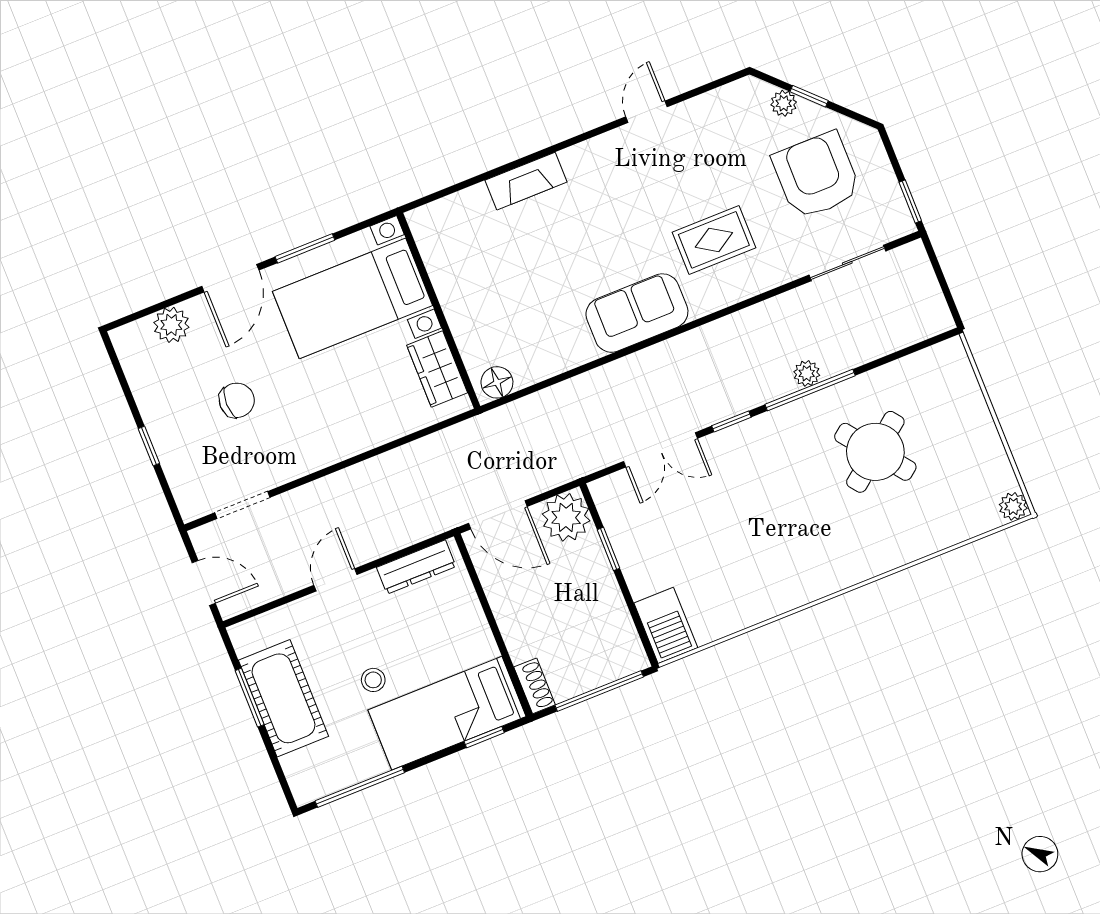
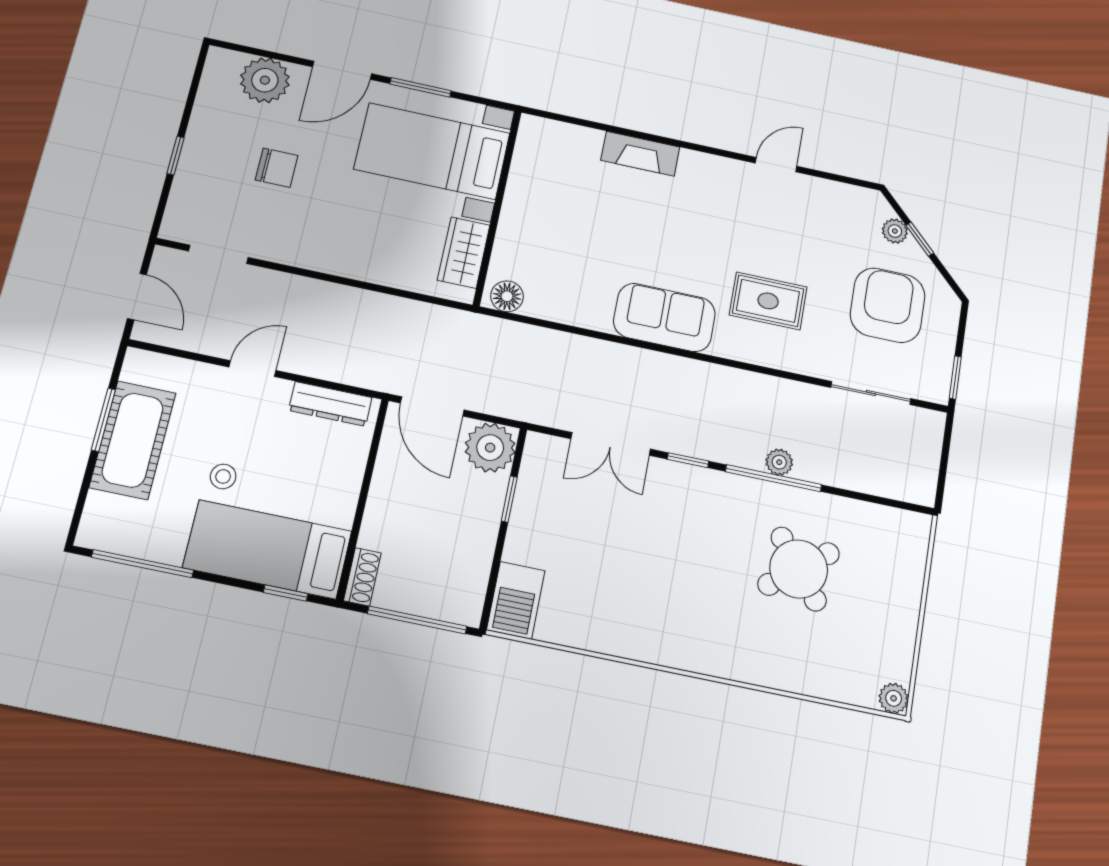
plant: (171, 325) -> (265, 80), width x1.36, depth x1.36

